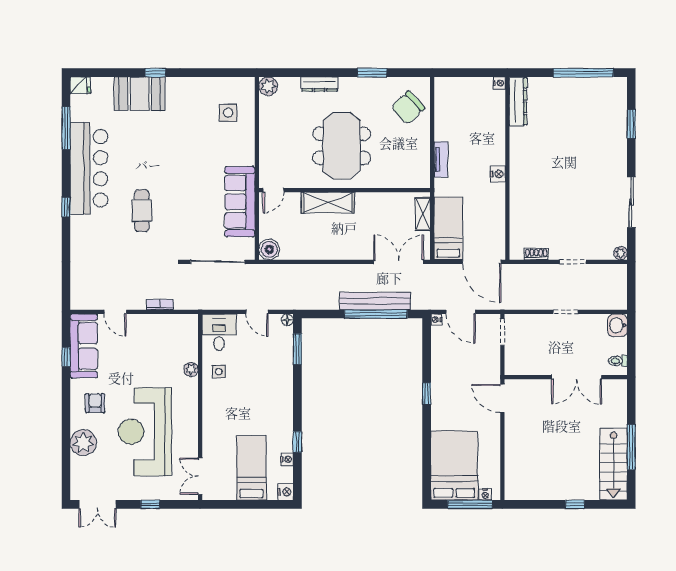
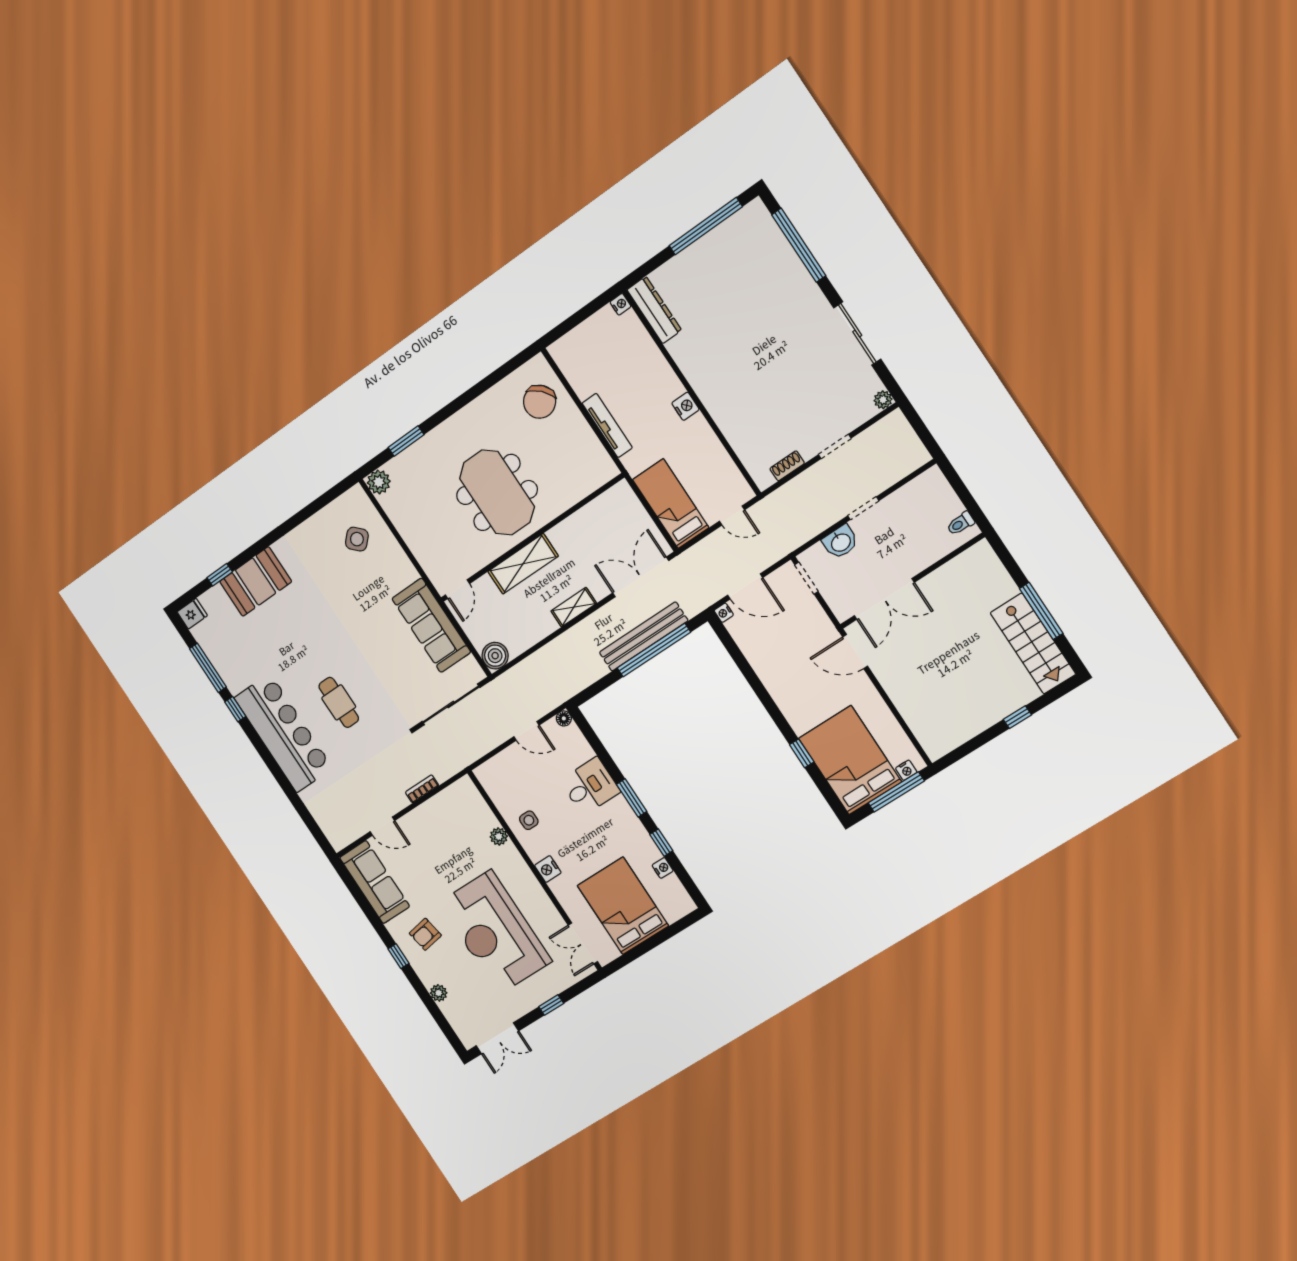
window: (155, 73) -> (220, 575), moved
window: (372, 73) -> (406, 441), moved
dresser: (319, 84) -> (430, 442), removed
side table: (228, 113) -> (357, 539), turned 45
window: (631, 124) -> (799, 245), width x2.11
tv unit: (441, 159) -> (607, 425), width x1.41
bar counter: (89, 168) -> (283, 733), moved
window: (66, 207) -> (235, 709), moved
shelving: (423, 214) -> (574, 607), moved, turned 90
door: (482, 262) -> (732, 516), width x0.53
washbasin: (618, 325) -> (841, 542), moved, turned -90
desk: (219, 332) -> (590, 786), moved, turned 90
window: (297, 349) -> (632, 798), moved
window: (66, 357) -> (399, 956), moved
double door: (577, 377) -> (884, 599), moved
window: (427, 393) -> (802, 753), moved
armchair: (95, 403) -> (425, 934), turned -100
plant: (83, 443) -> (439, 993), width x0.53, depth x0.53
bed: (251, 468) -> (623, 906), width x1.50
nightstand: (286, 492) -> (548, 869), moved, turned 180

